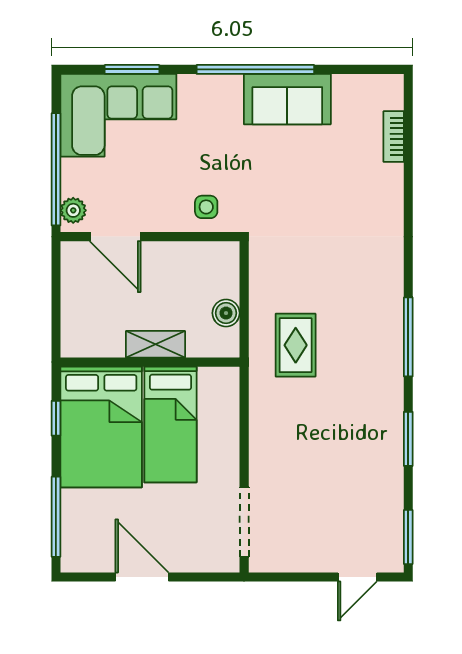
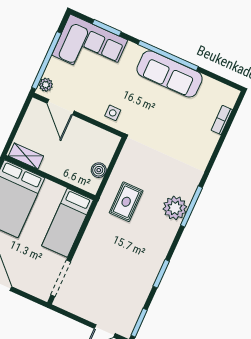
sofa: (287, 99) -> (170, 74), width x1.36
plant: (382, 319) -> (175, 208), added
window: (408, 337) -> (192, 206), moved
shelving: (156, 344) -> (26, 156), moved
bed: (170, 424) -> (67, 223), moved

